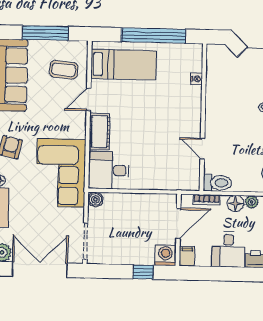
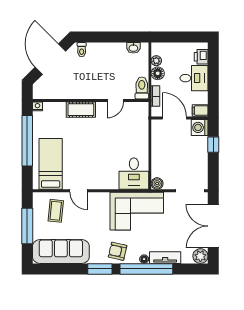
nightstand: (196, 79) -> (37, 106), moved
cot: (100, 132) -> (81, 110), moved

